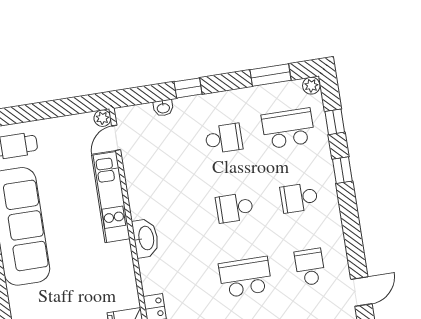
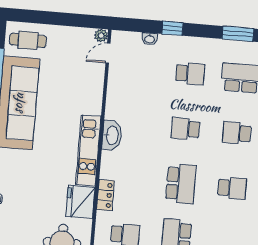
kitchen unit: (111, 197) -> (88, 150), moved
school desk: (310, 267) -> (232, 188), turned 90
school desk: (245, 277) -> (181, 184), turned 90

